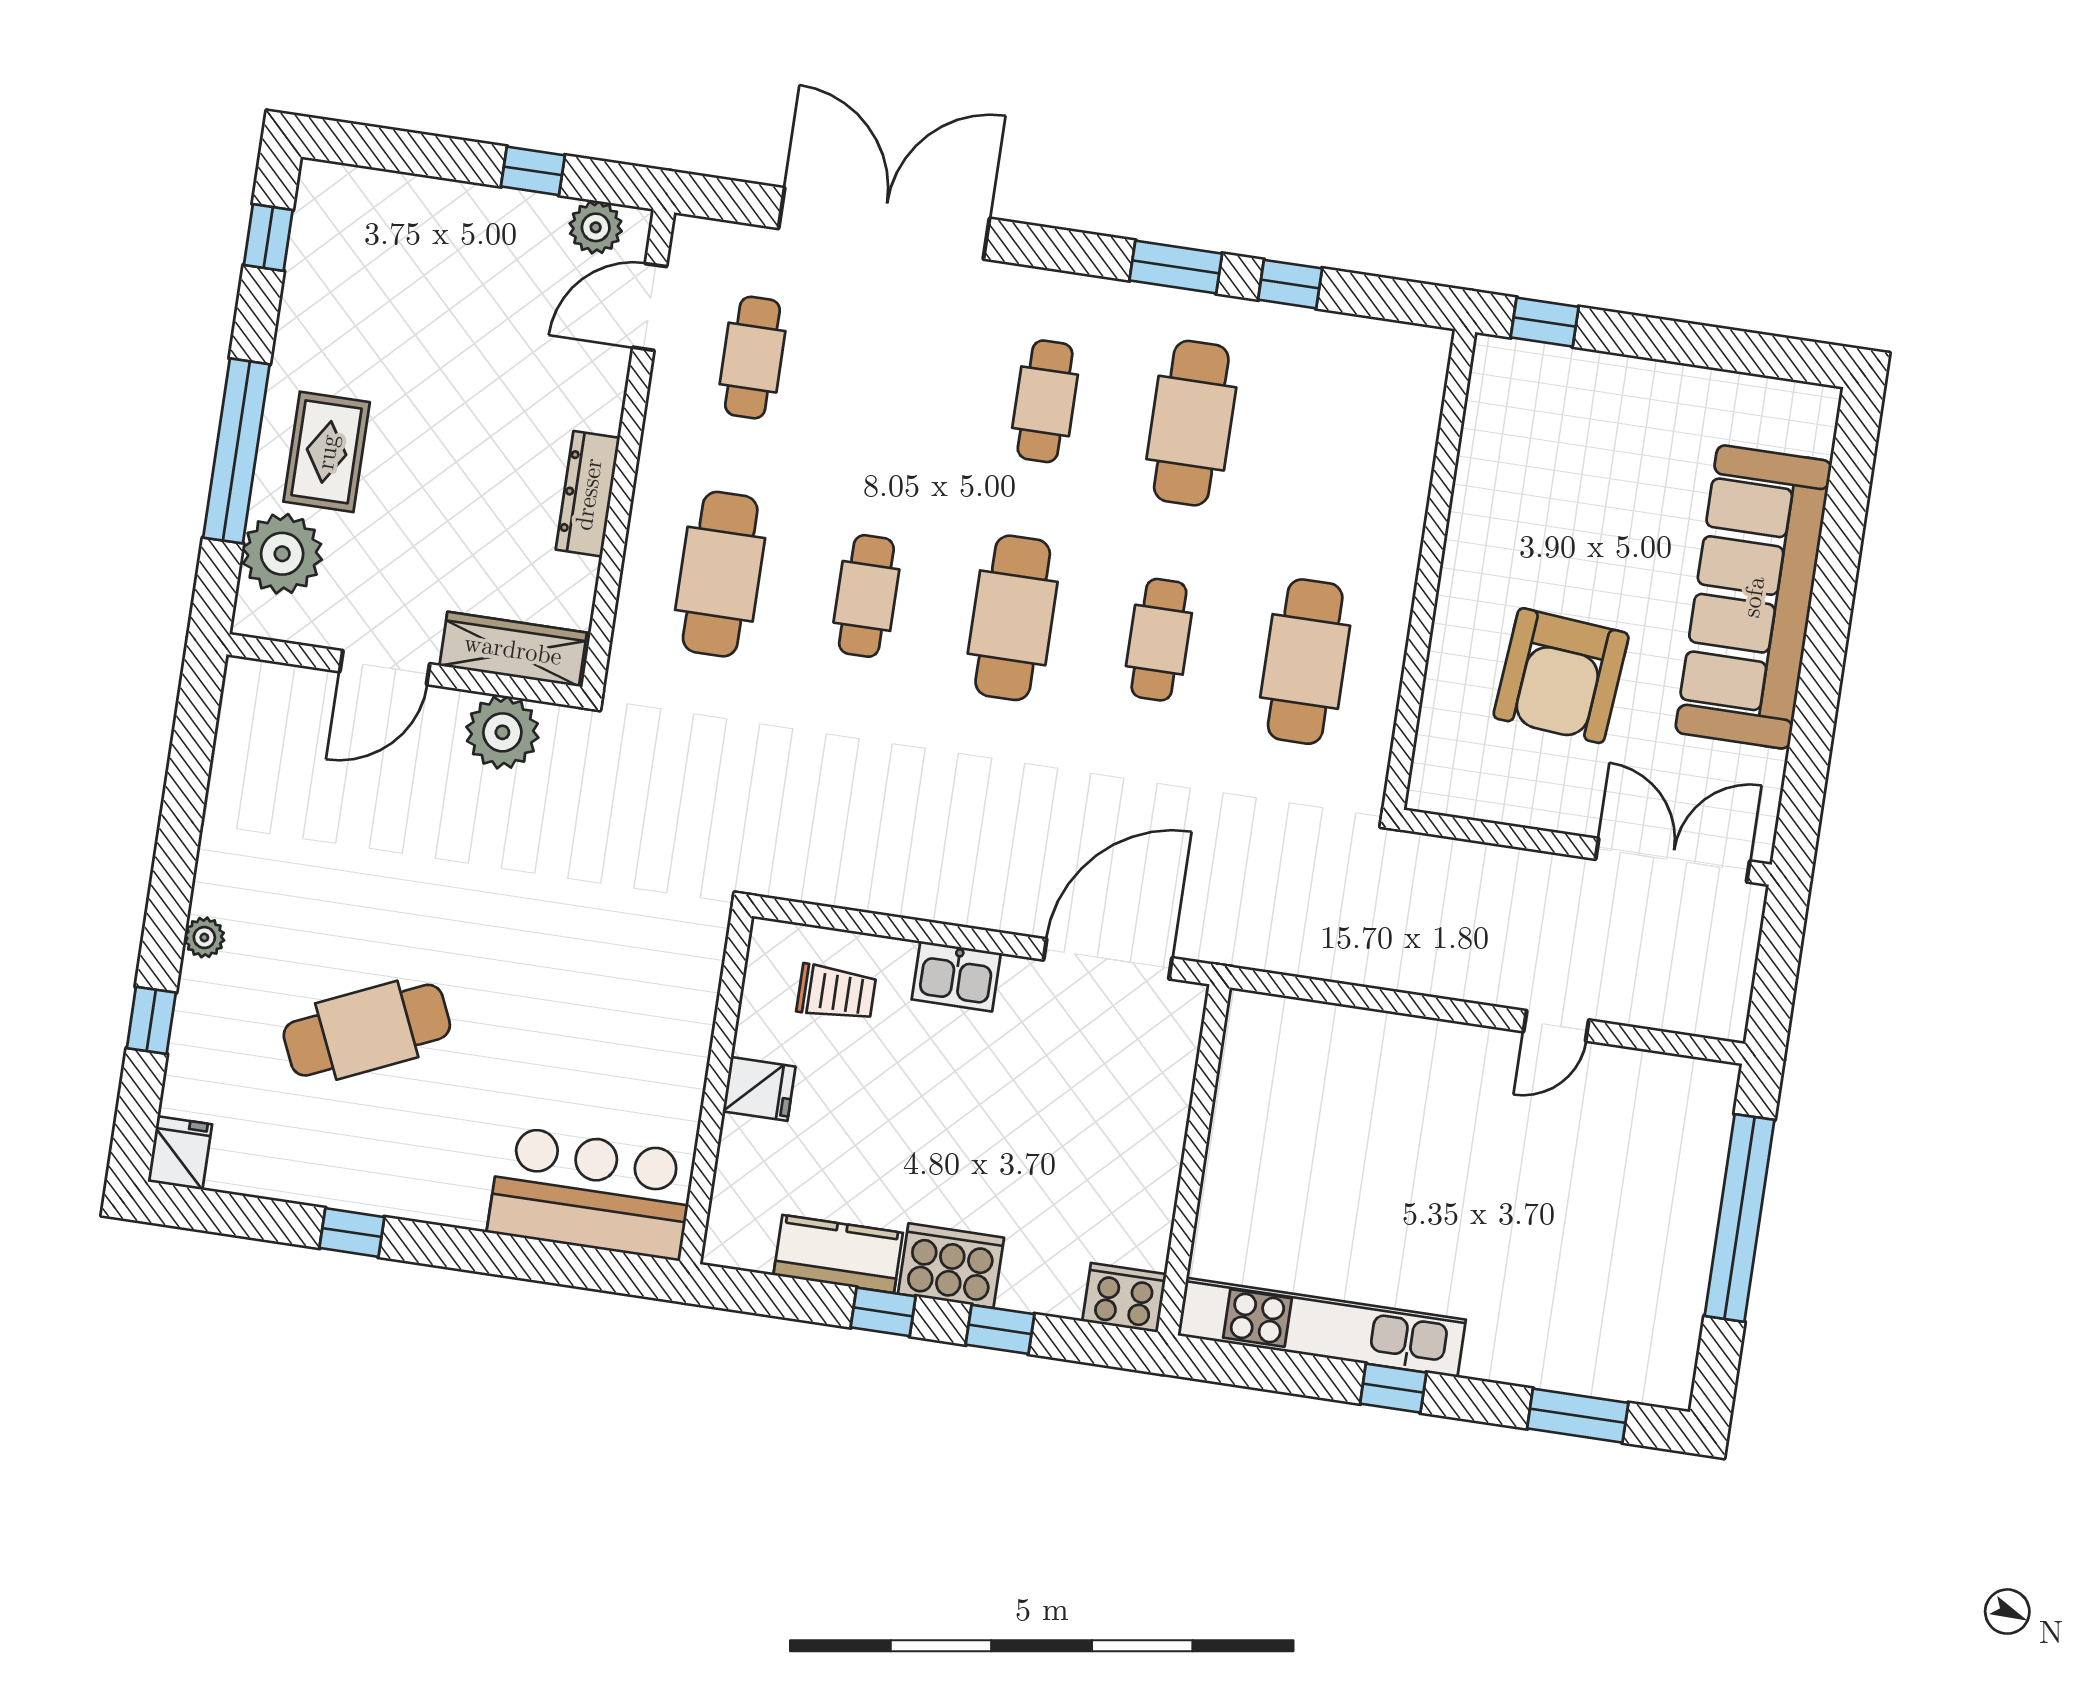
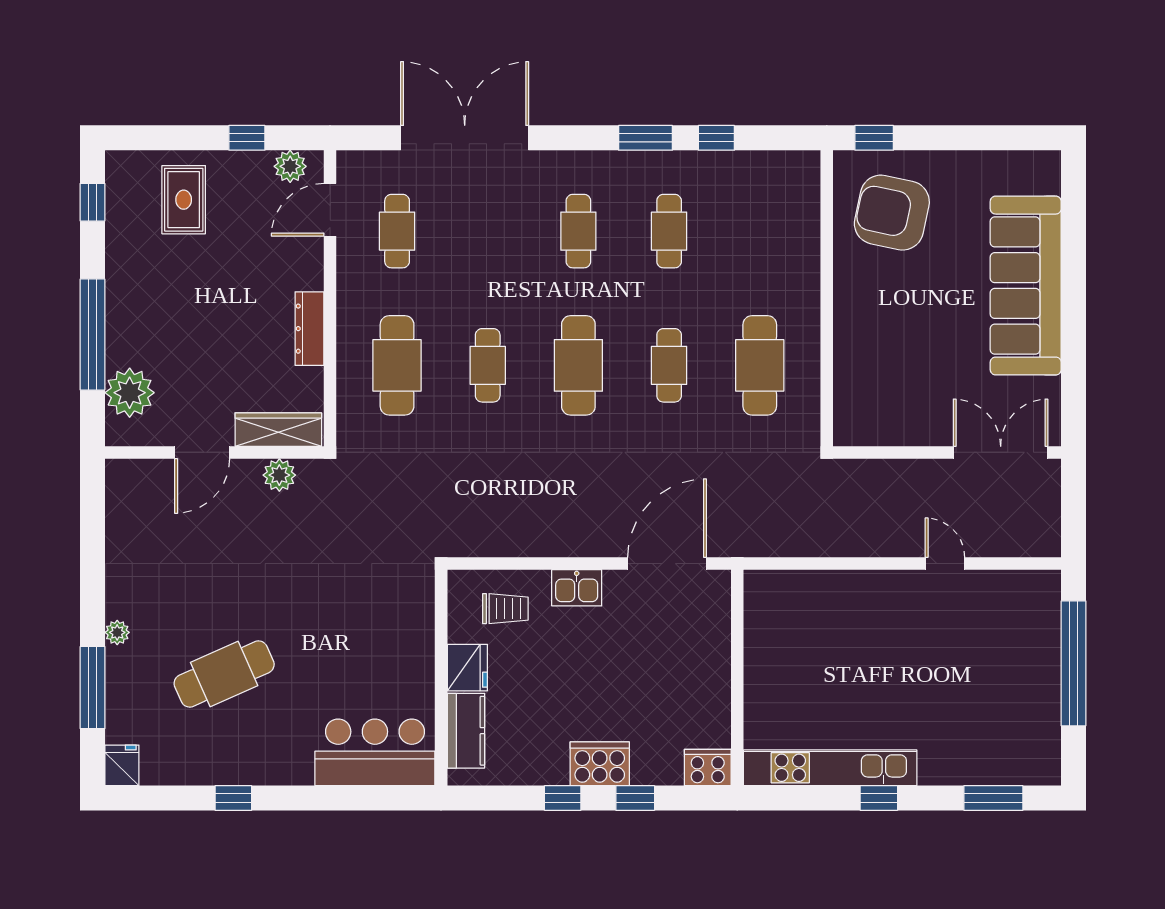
cafe table: (1191, 423) -> (669, 231), width x0.73, depth x0.74
rug: (327, 452) -> (184, 200), moved
armchair: (1561, 676) -> (892, 213), moved, turned 97
plant: (502, 732) -> (279, 475), width x0.73, depth x0.73
window: (151, 1020) -> (93, 688), width x2.17
door: (1556, 1026) -> (945, 564), swing flipped
fridge: (759, 1089) -> (467, 668), width x1.38
kitchen counter: (838, 1254) -> (466, 731), moved, turned 90

